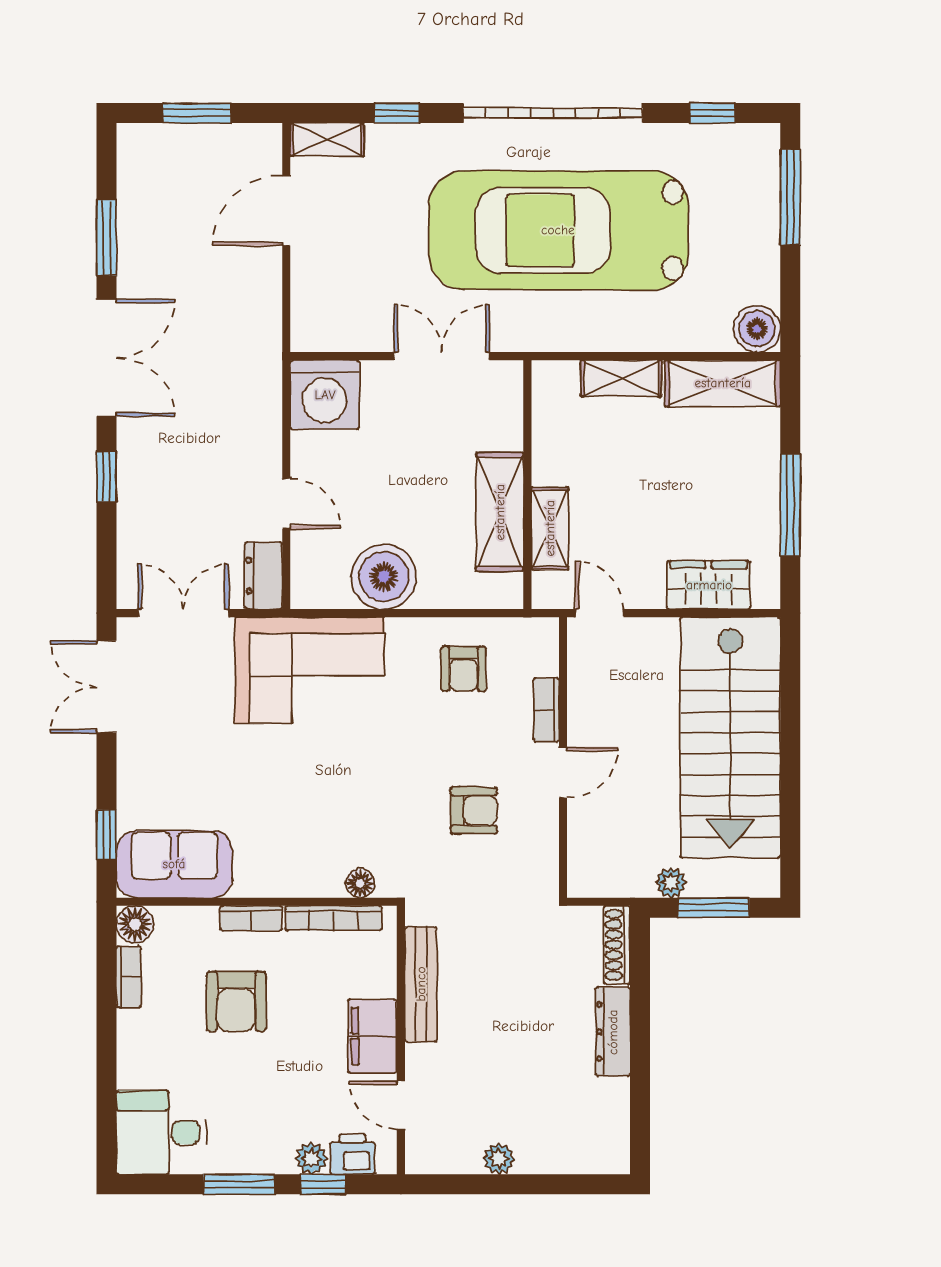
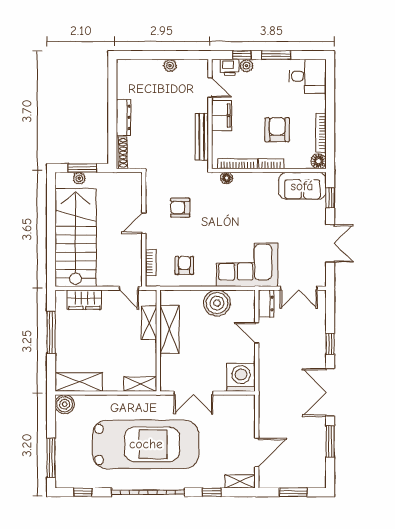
shelving: (621, 378) -> (140, 384), moved
double door: (106, 687) -> (330, 243), moved
bookcase: (546, 710) -> (151, 263), moved
plant: (671, 883) -> (79, 178), moved
bookcase: (129, 977) -> (321, 133), width x1.56

